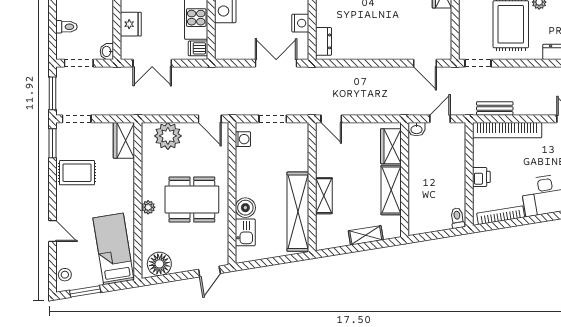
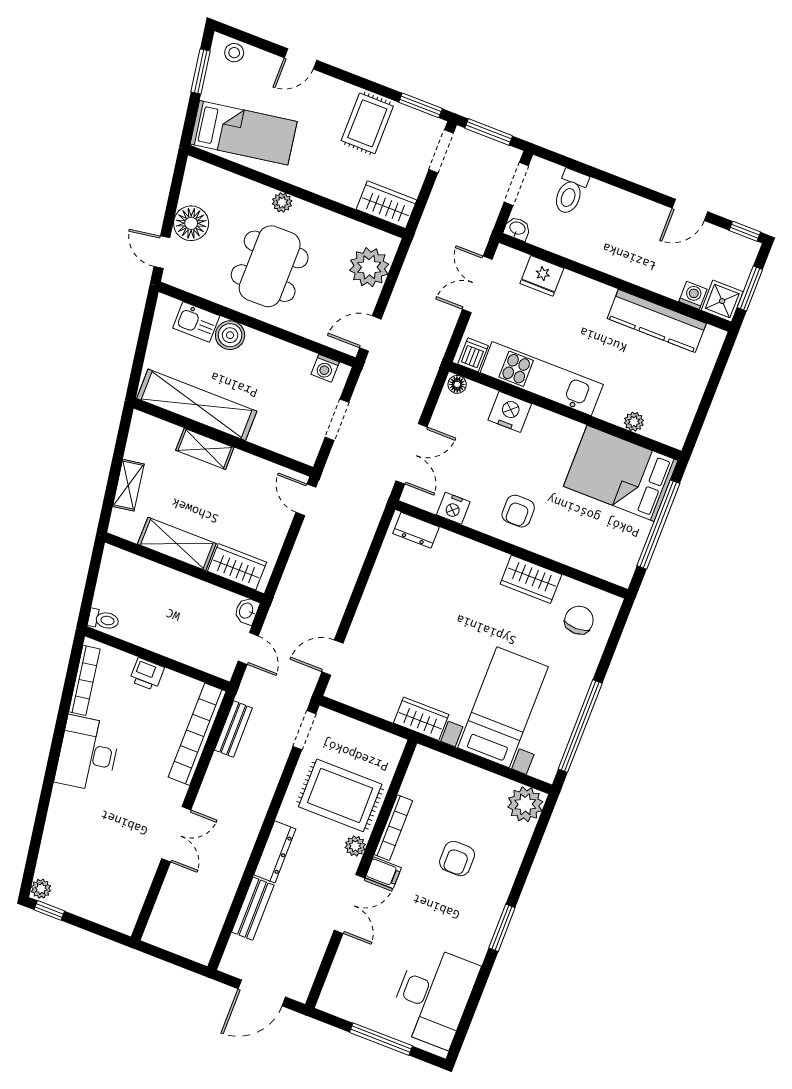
toilet: (66, 27) -> (570, 192), width x1.37, depth x1.39
floor lamp: (221, 51) -> (457, 384), added
door: (331, 119) -> (306, 500), hinge flipped
floor lamp: (159, 264) -> (191, 223), moved

